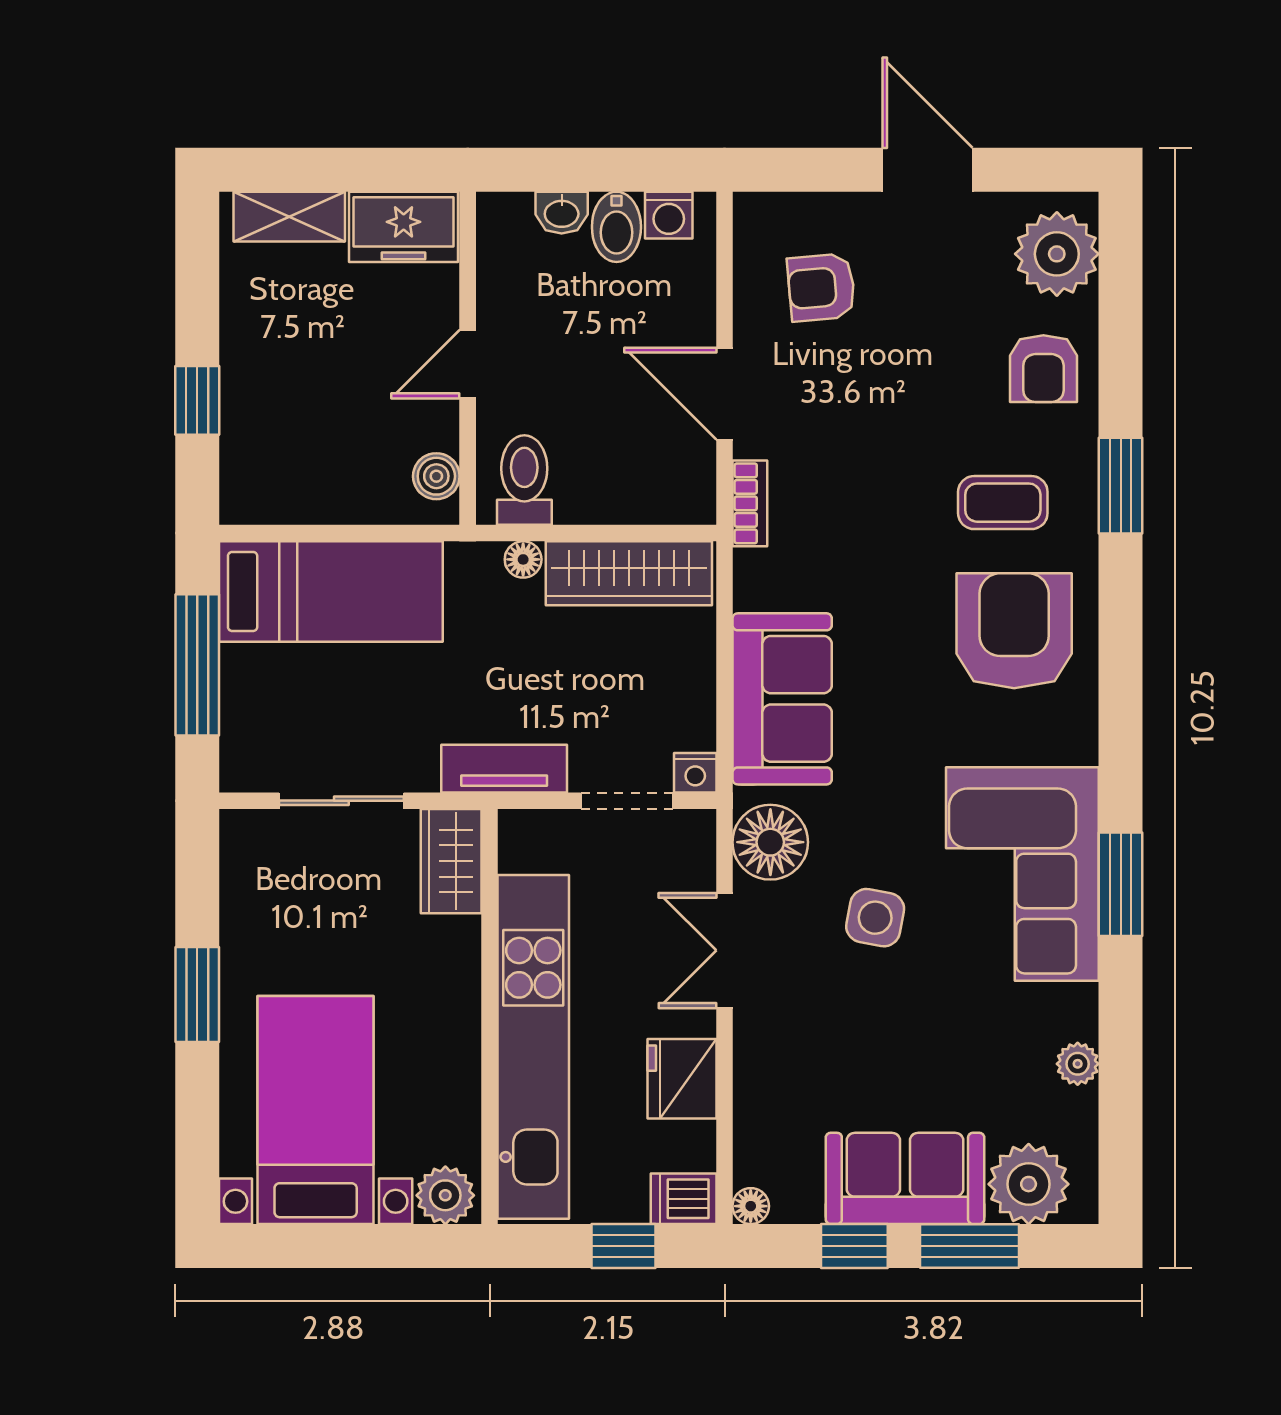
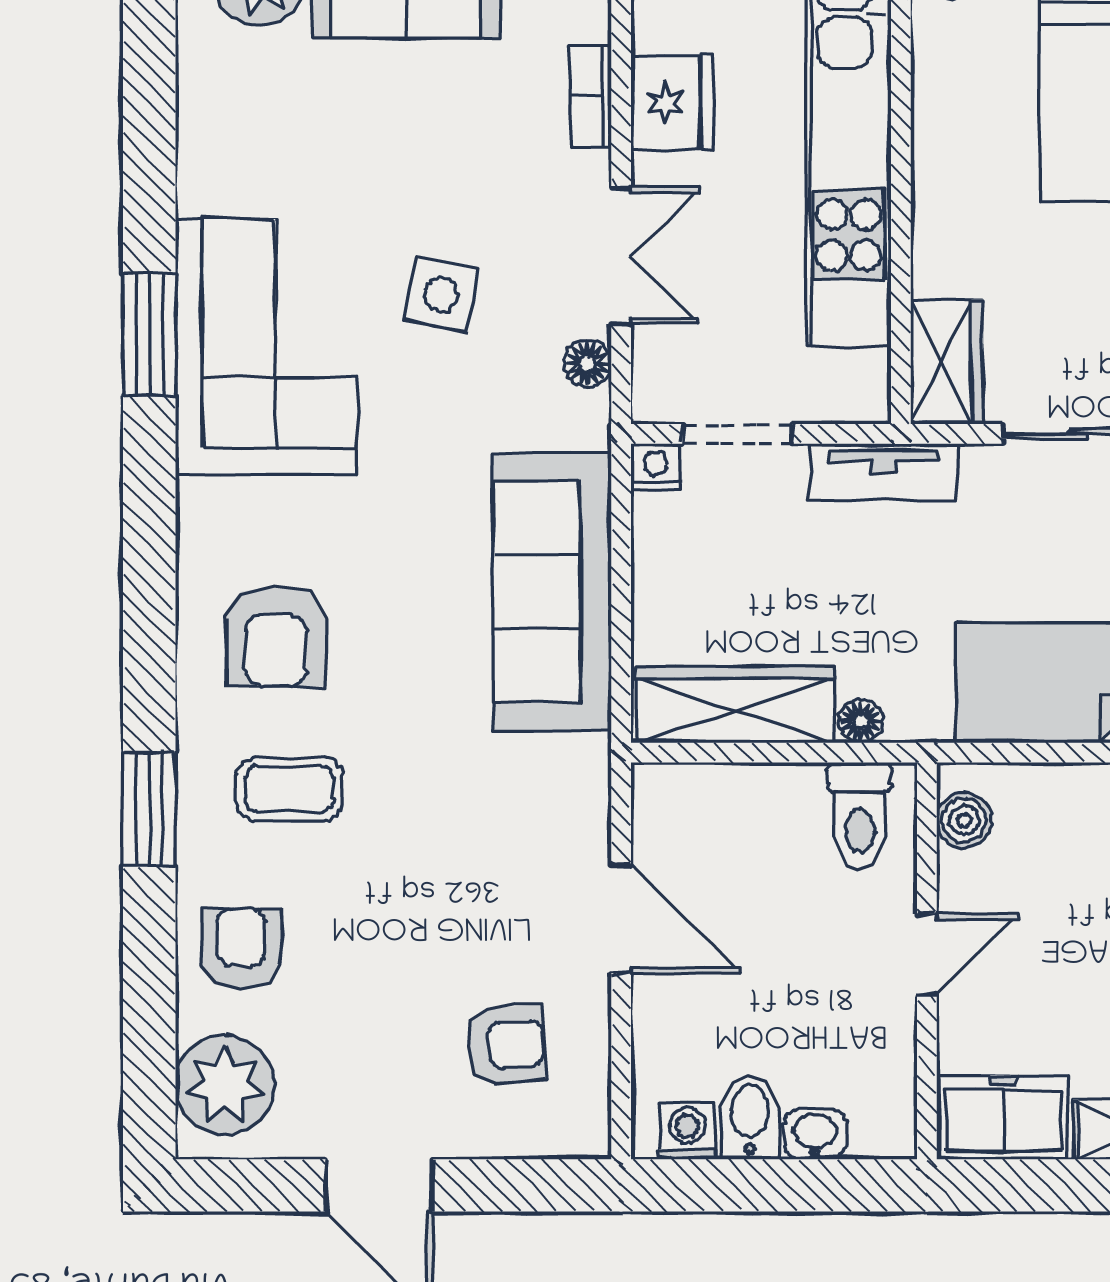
bookcase: (750, 503) -> (591, 97), moved
armchair: (1014, 631) -> (276, 636), width x0.73, depth x0.73
sofa: (782, 699) -> (552, 592), width x1.36
floor lamp: (770, 842) -> (588, 363), width x0.53, depth x0.53
plant: (1078, 1064) -> (200, 120), removed

